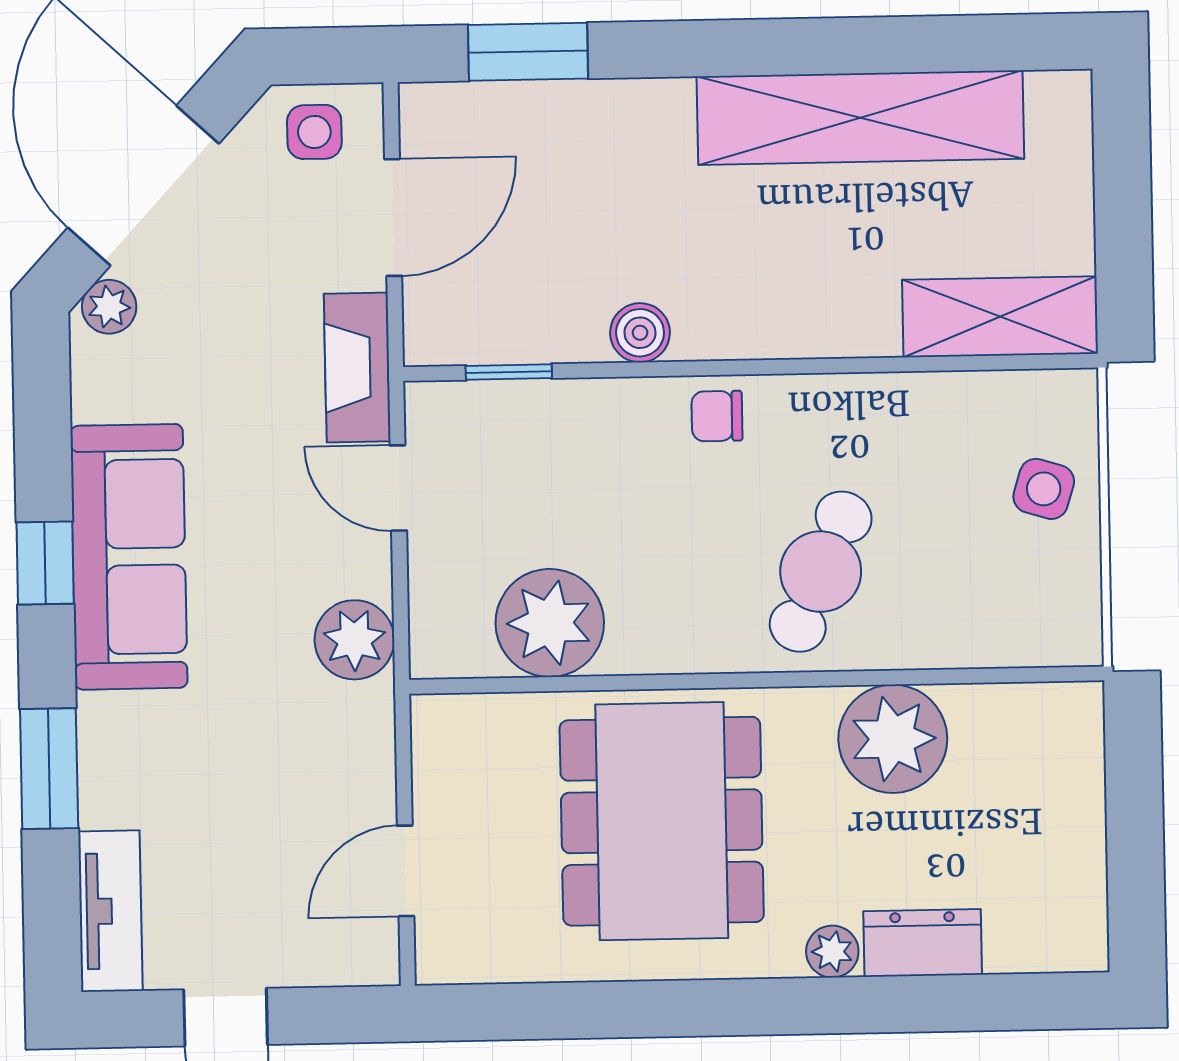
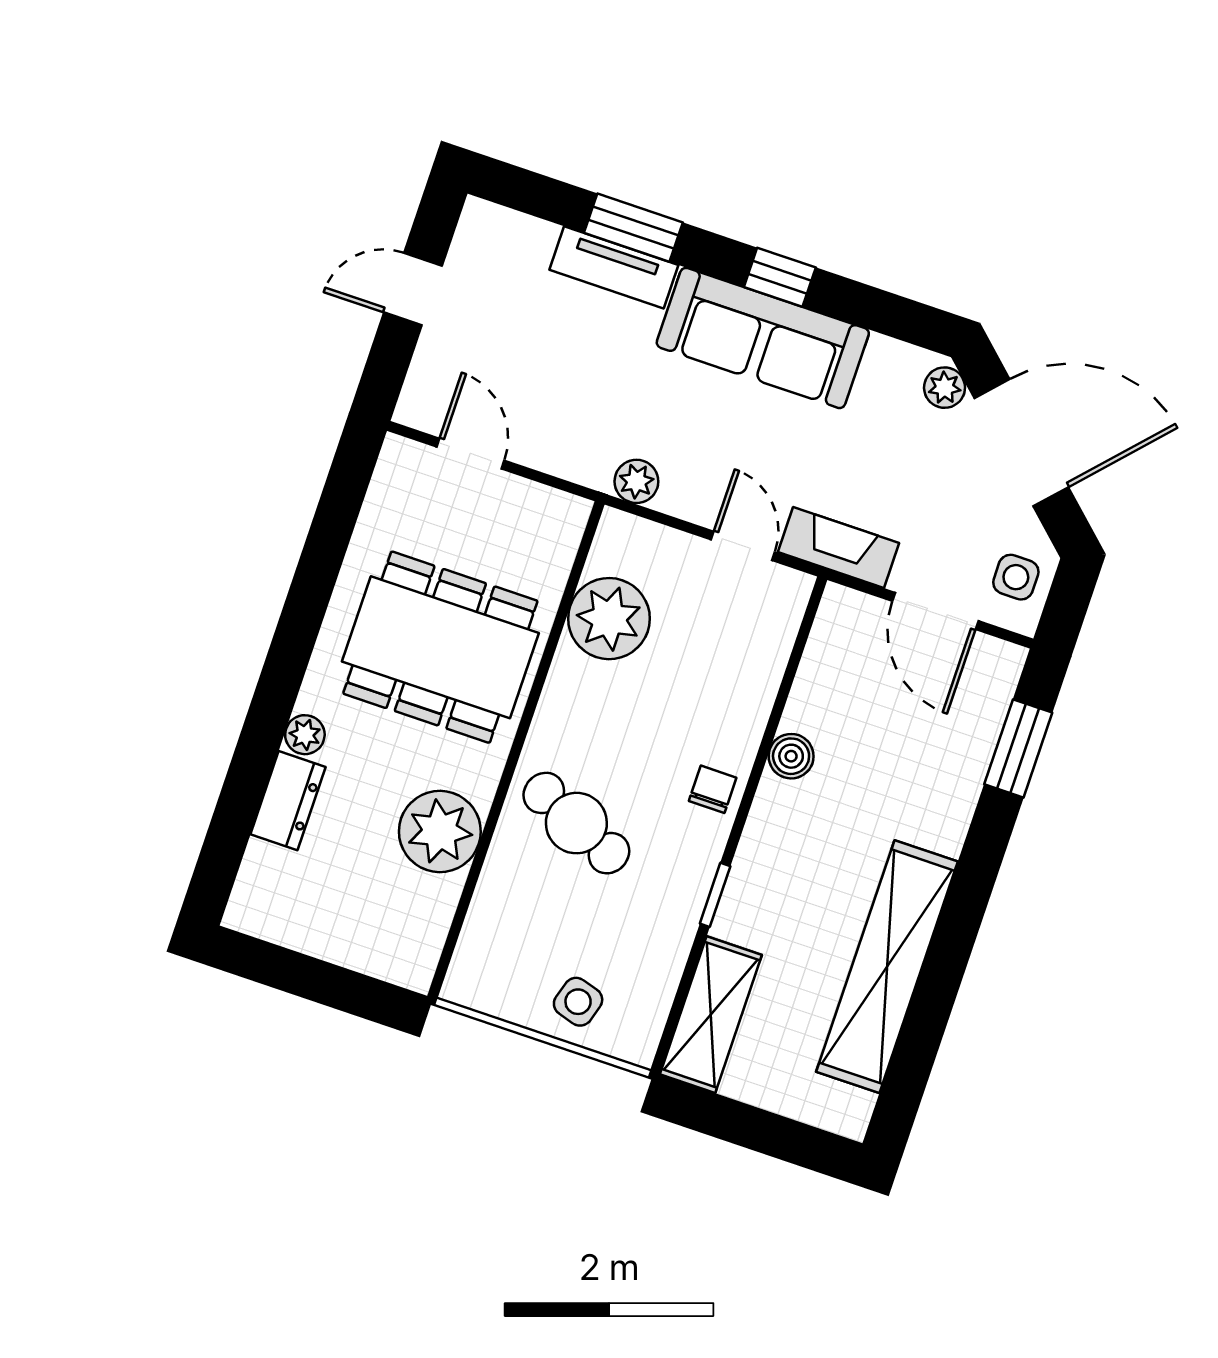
window: (509, 372) -> (715, 895), moved
door: (398, 488) -> (743, 546), hinge flipped
plant: (354, 640) -> (636, 481), width x0.73, depth x0.73
tv unit: (110, 911) -> (614, 267), moved

